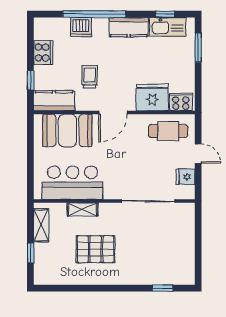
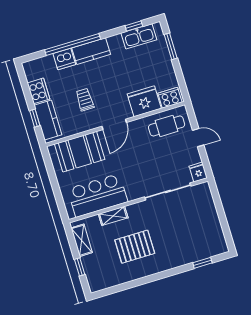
kitchen counter: (129, 27) -> (91, 51), moved
kitchen counter: (54, 101) -> (48, 120), moved, turned 90
fridge: (185, 177) -> (198, 172), moved, turned 90

